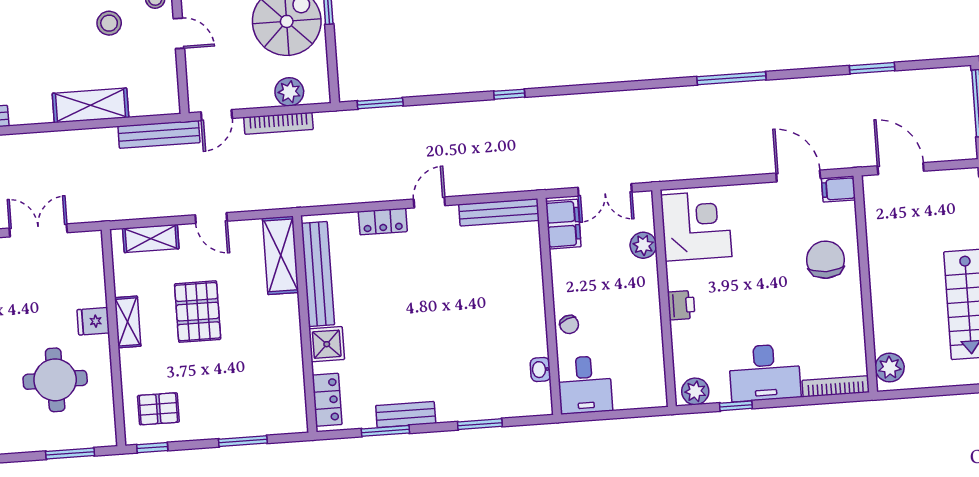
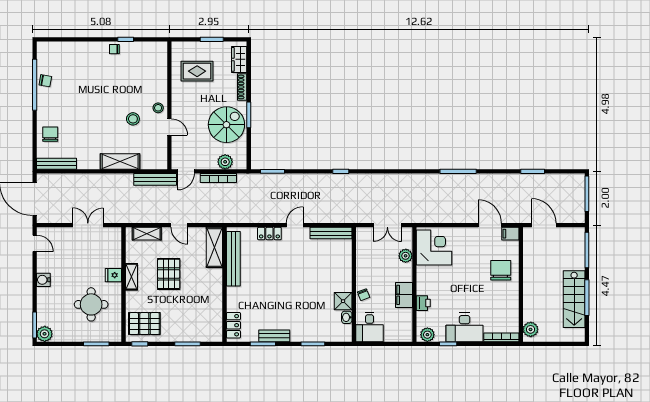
filing cabinet: (563, 224) -> (404, 295), moved, turned 180
printer: (681, 305) -> (423, 303), moved
shower: (327, 344) -> (343, 301), moved
pallet: (158, 409) -> (144, 324), width x1.50, depth x1.42

